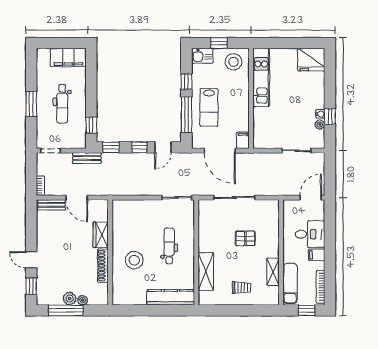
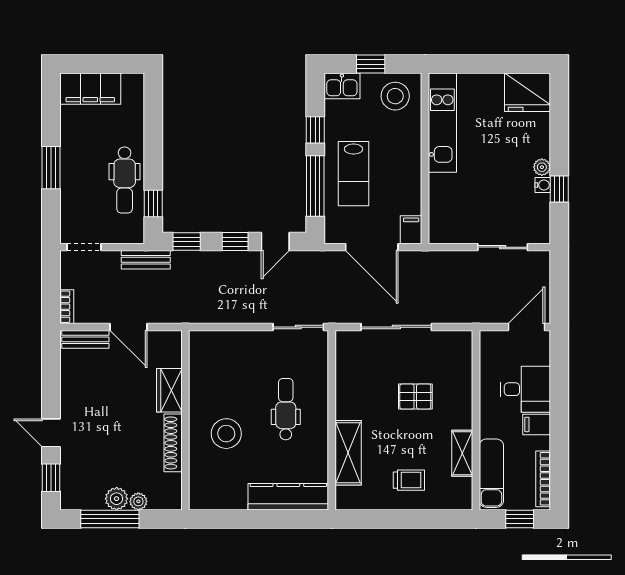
filing cabinet: (68, 57) -> (90, 89), moved
dental chair: (62, 104) -> (125, 180), moved
plant: (320, 125) -> (542, 167), moved

